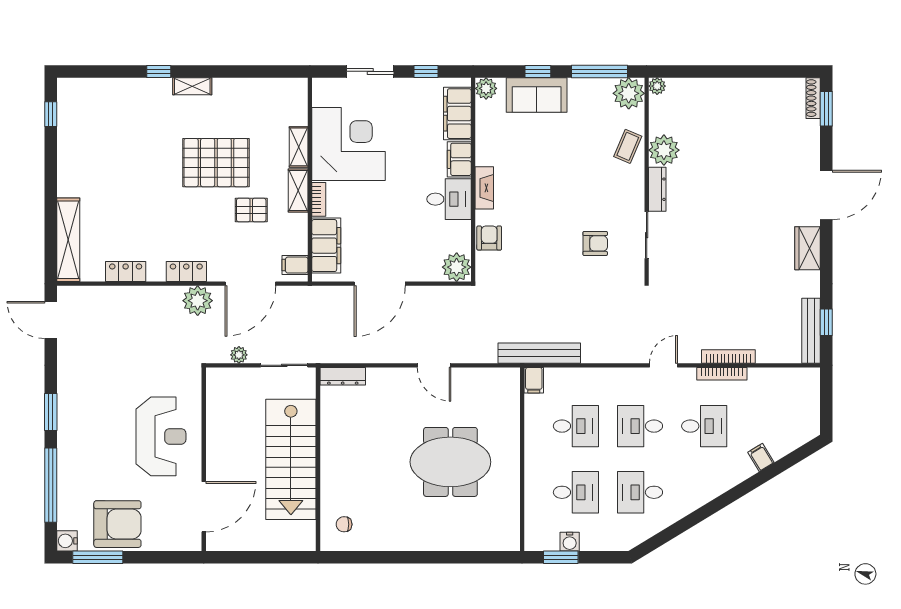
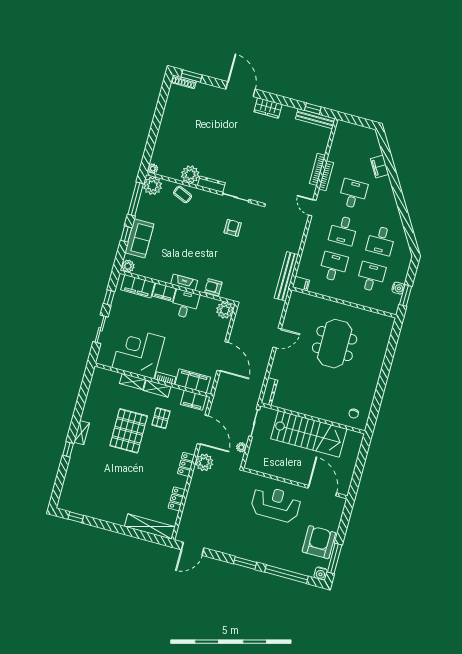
filing cabinet: (295, 265) -> (193, 400), width x2.00
filing cabinet: (761, 457) -> (380, 166), width x2.00

